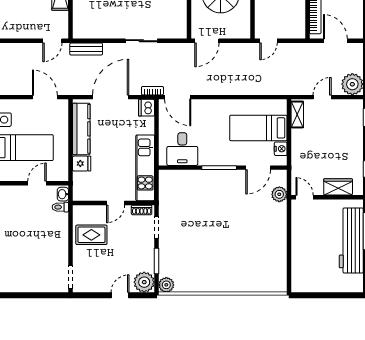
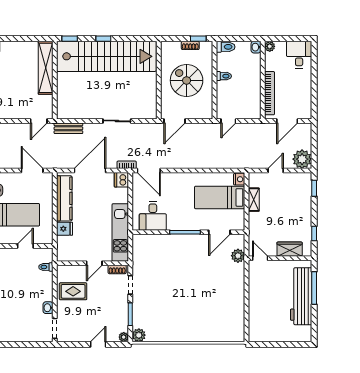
door: (335, 41) -> (287, 121), swing flipped
shelving: (297, 114) -> (254, 200), moved
nightstand: (281, 149) -> (239, 179), moved
washbasin: (63, 194) -> (48, 308), moved
plant: (144, 282) -> (124, 337), width x0.53, depth x0.53

